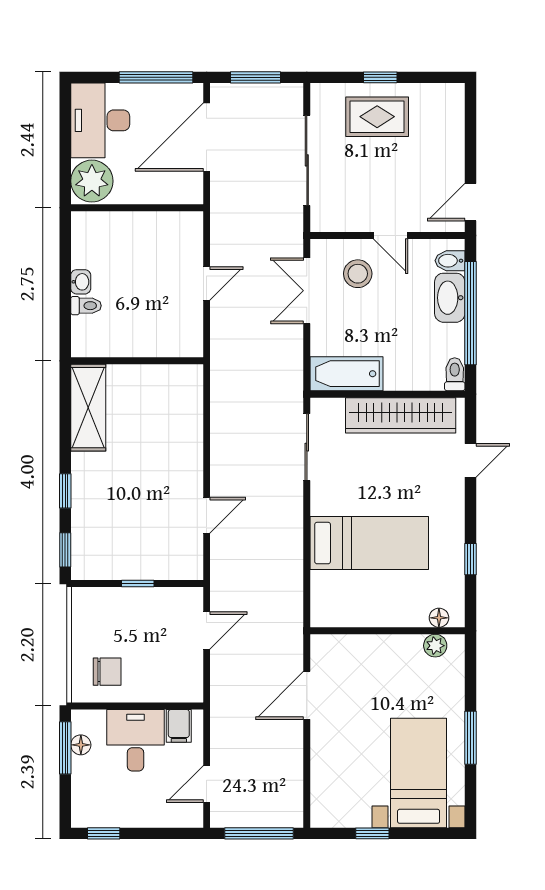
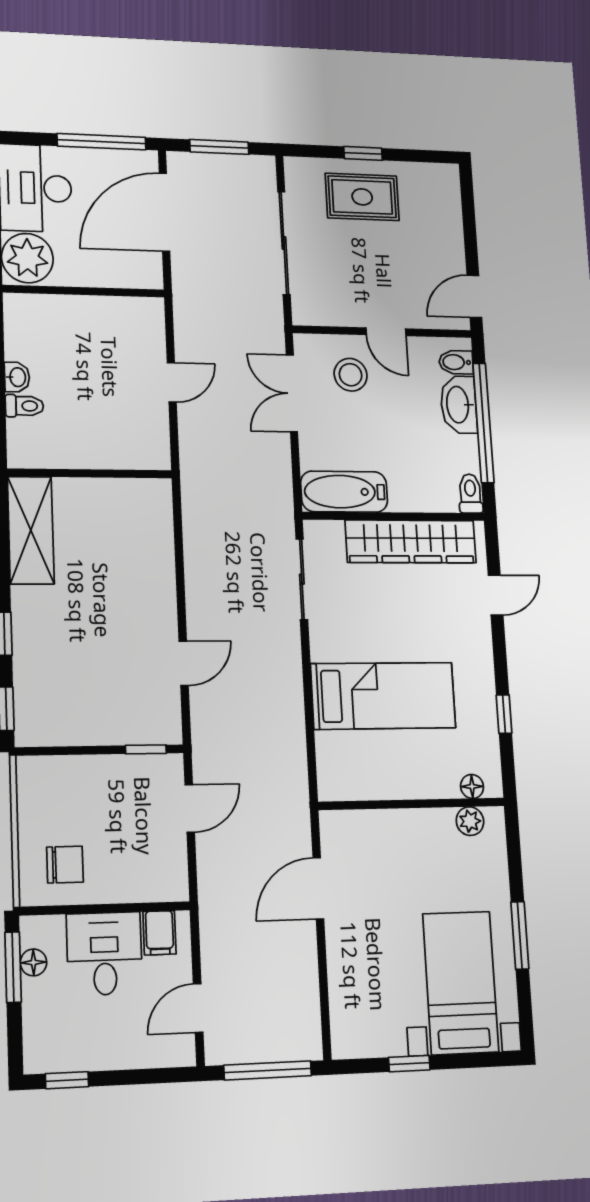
window: (138, 583) -> (146, 749), moved

